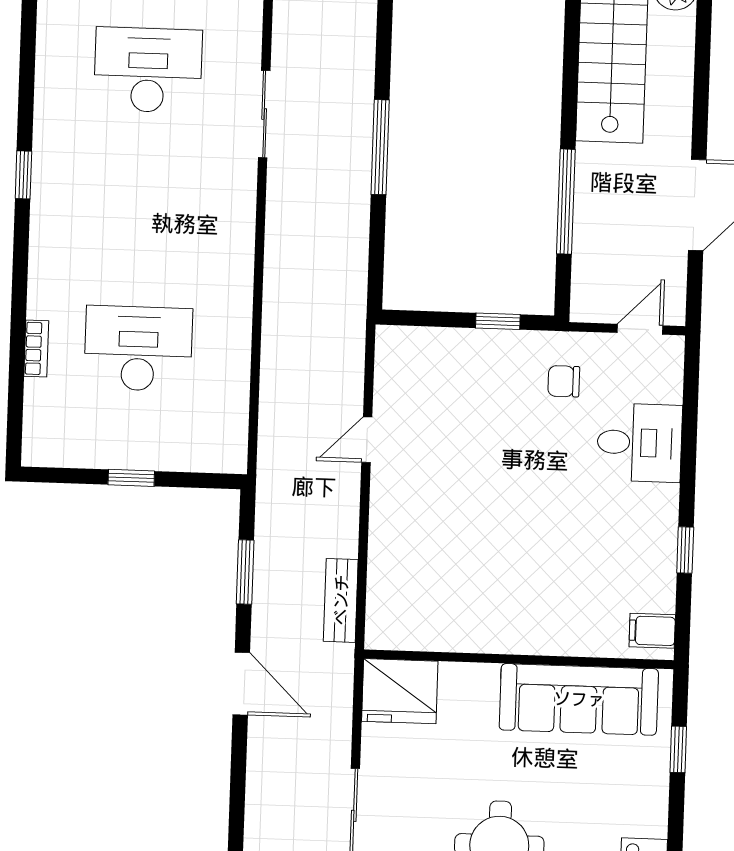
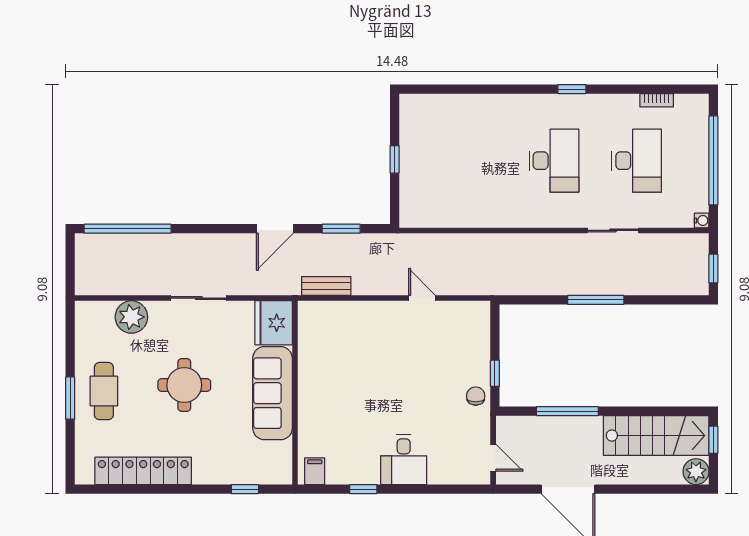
bookcase: (36, 348) -> (657, 100), moved
desk: (138, 349) -> (554, 161), moved
chair: (564, 381) -> (476, 396), moved
desk: (640, 443) -> (404, 460), moved
sofa: (579, 699) -> (273, 393), moved

